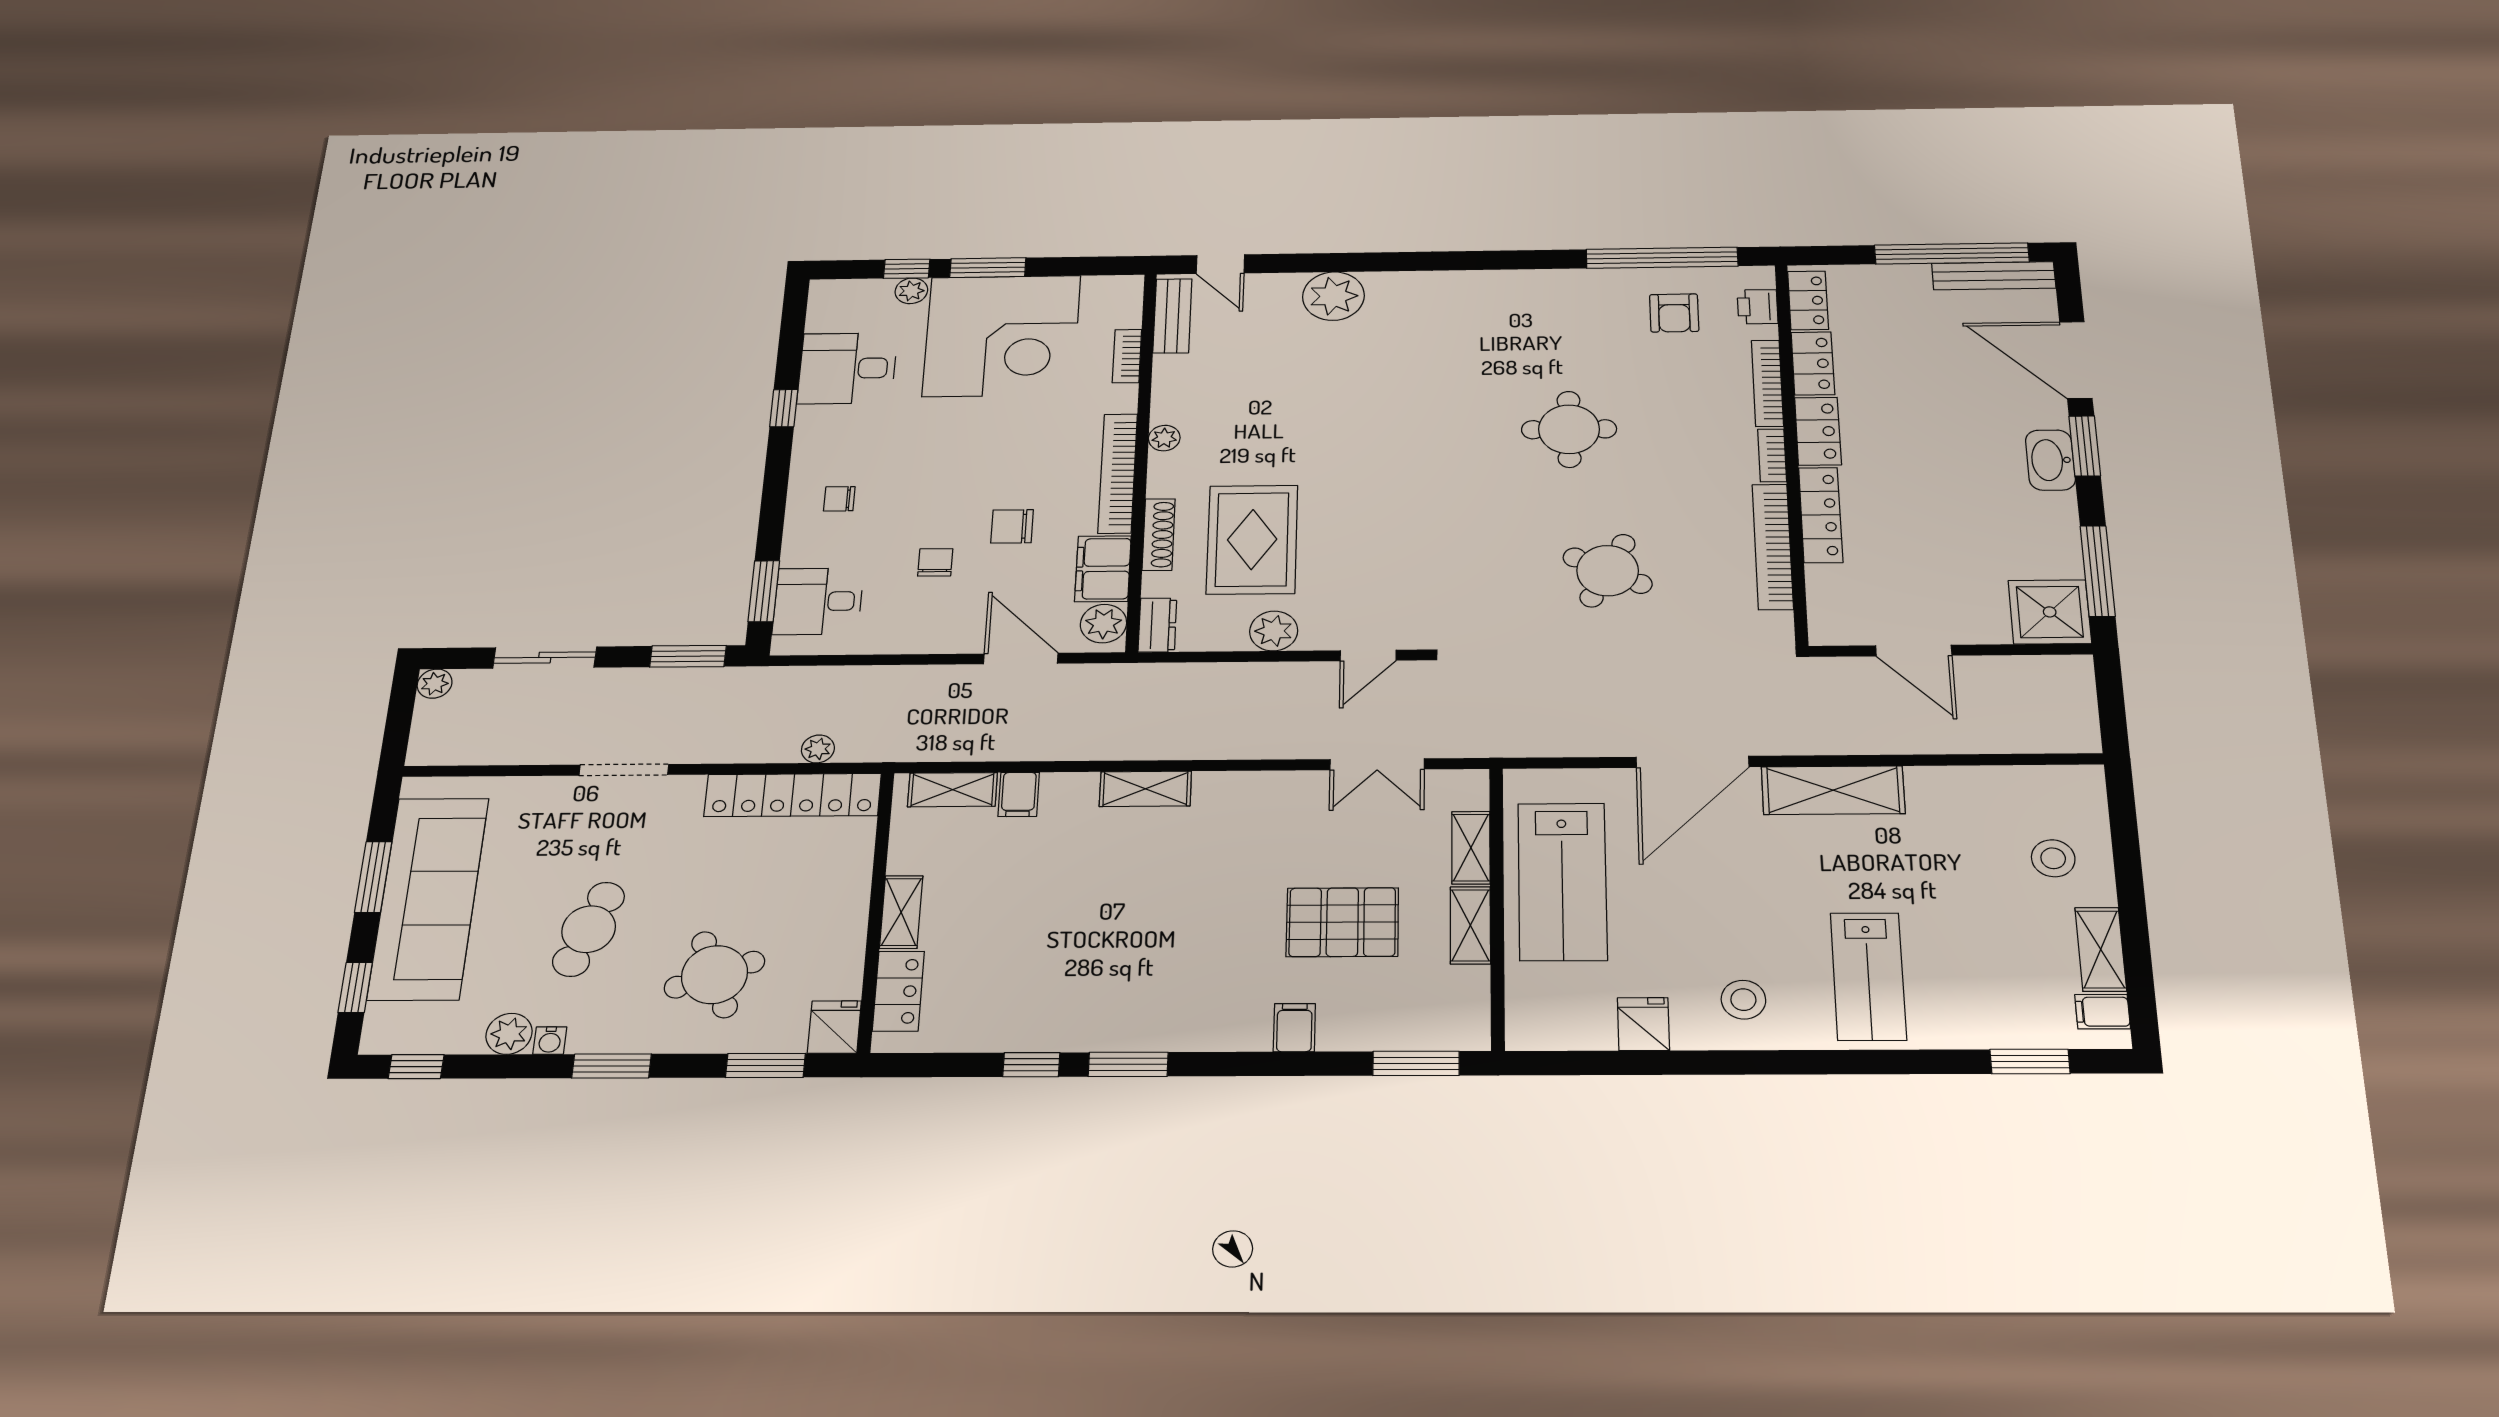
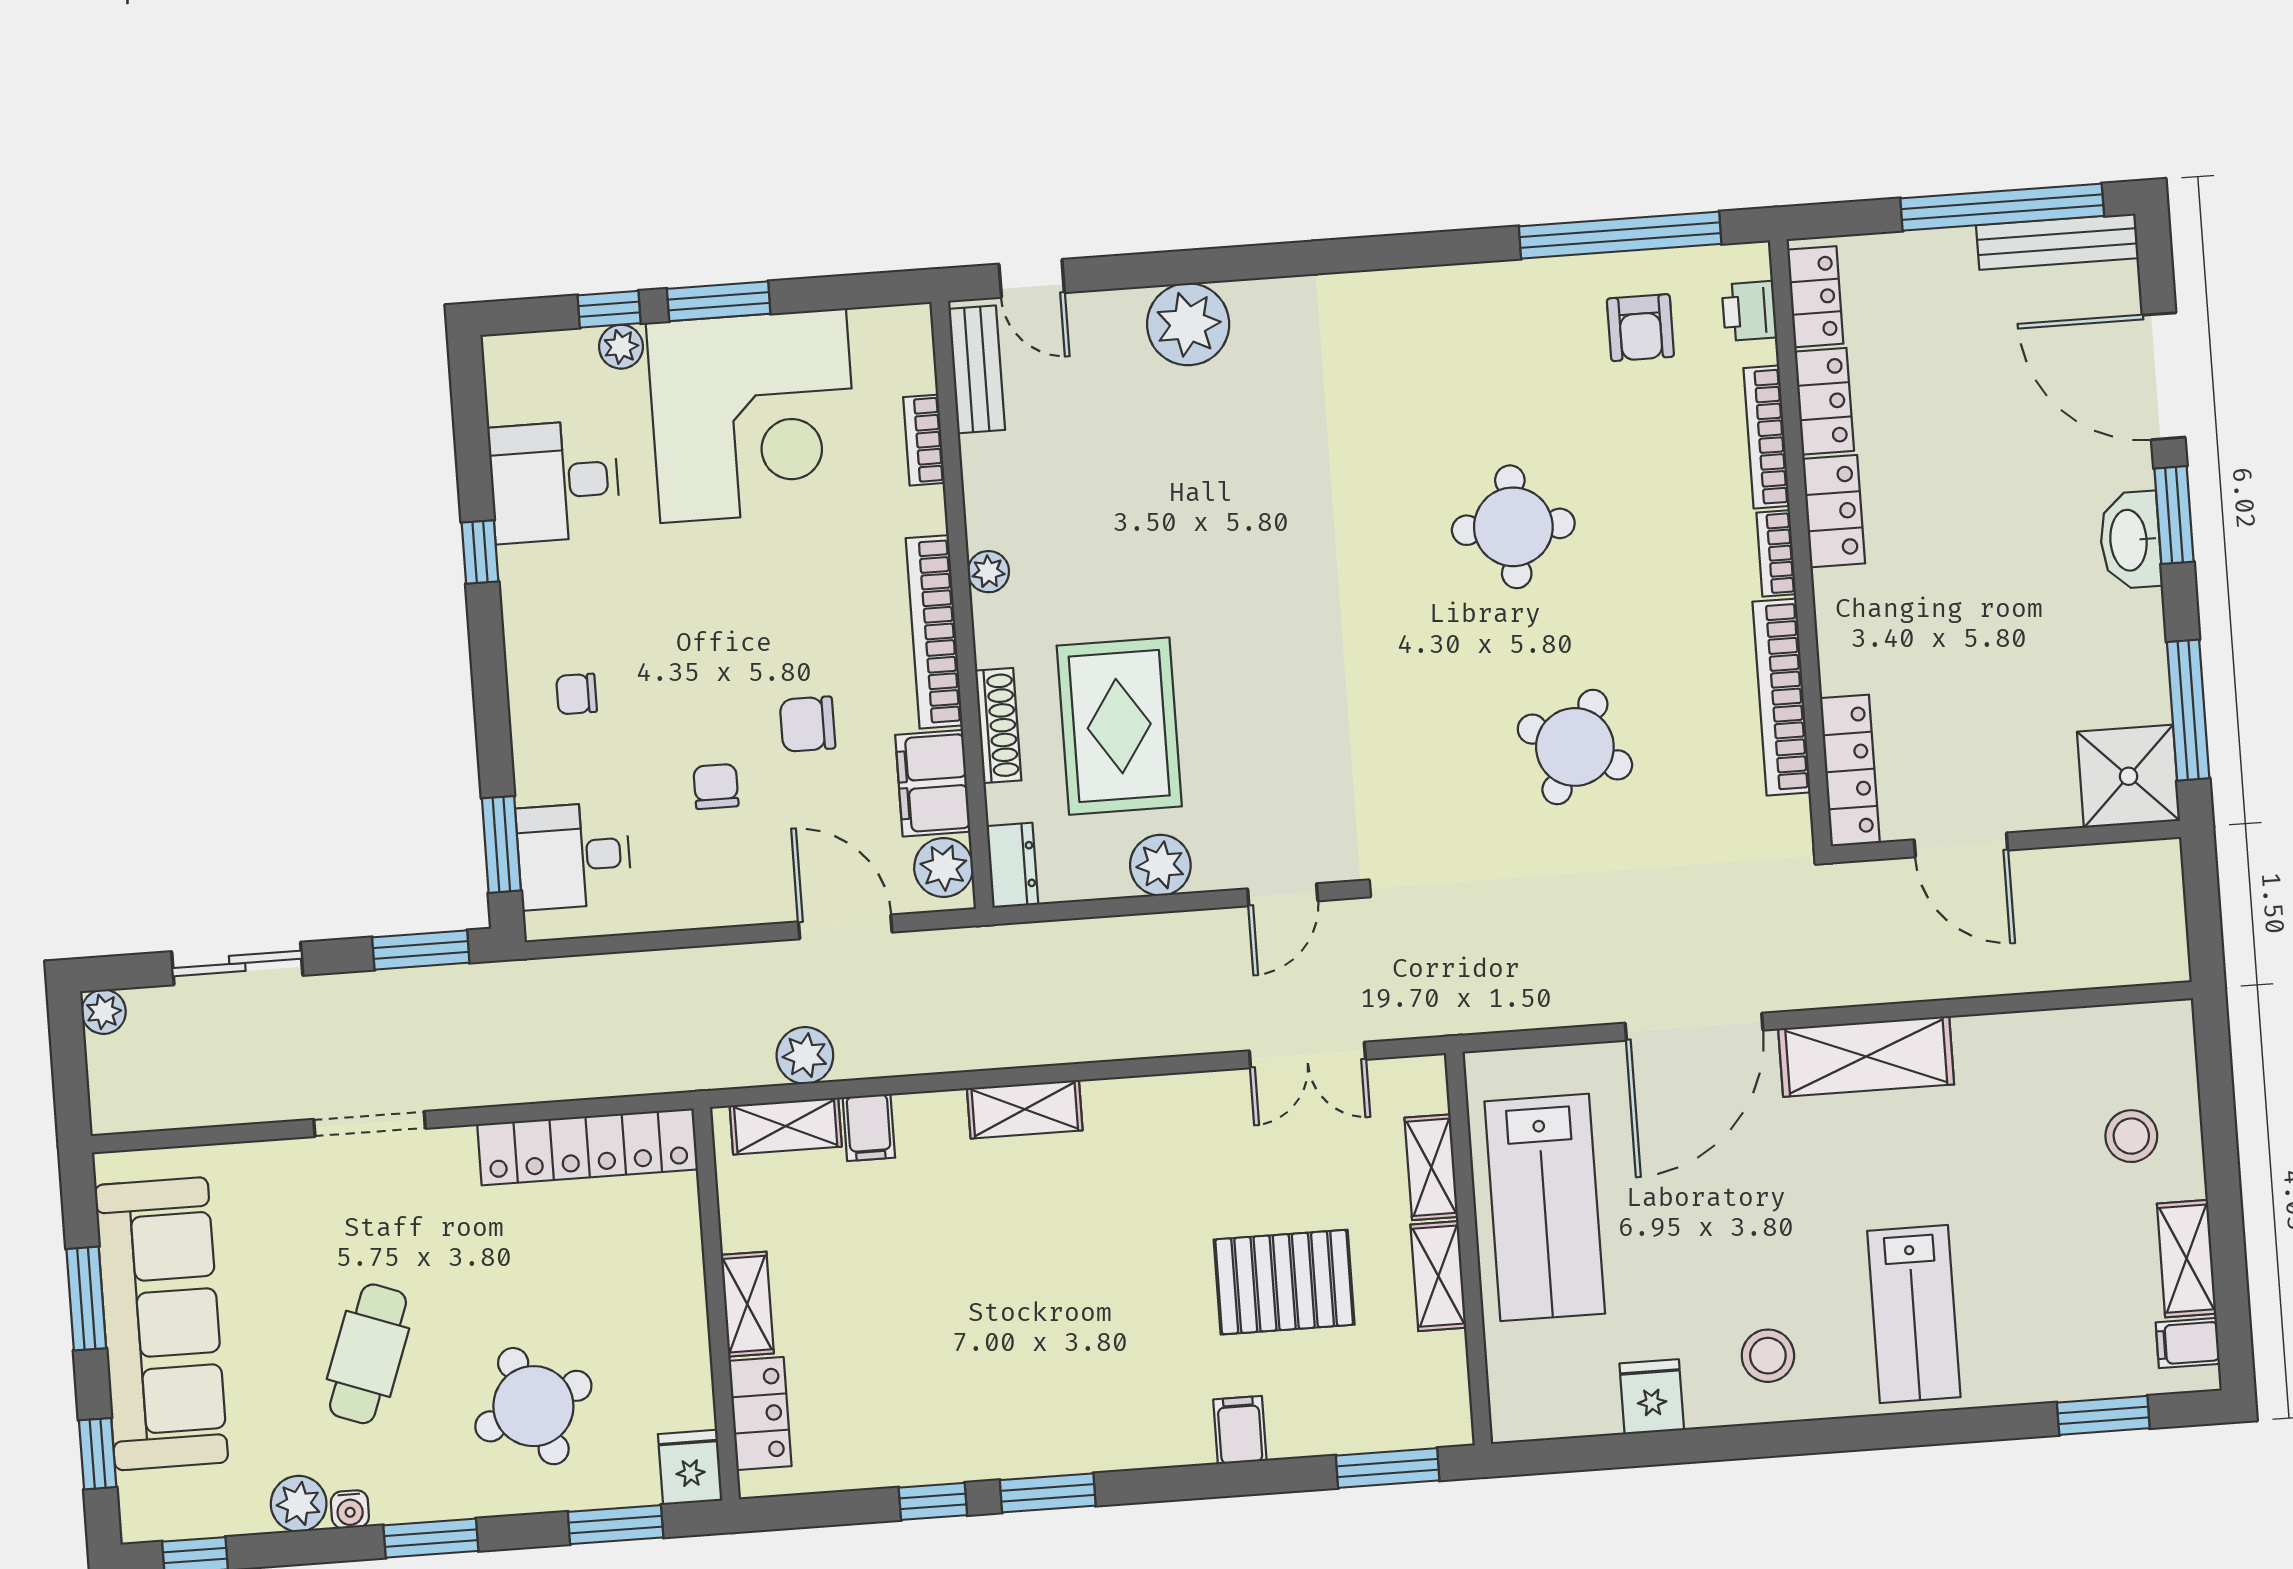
locker: (1821, 515) -> (1850, 771), moved
plant: (818, 749) -> (805, 1055), moved, width x1.38, depth x1.38

